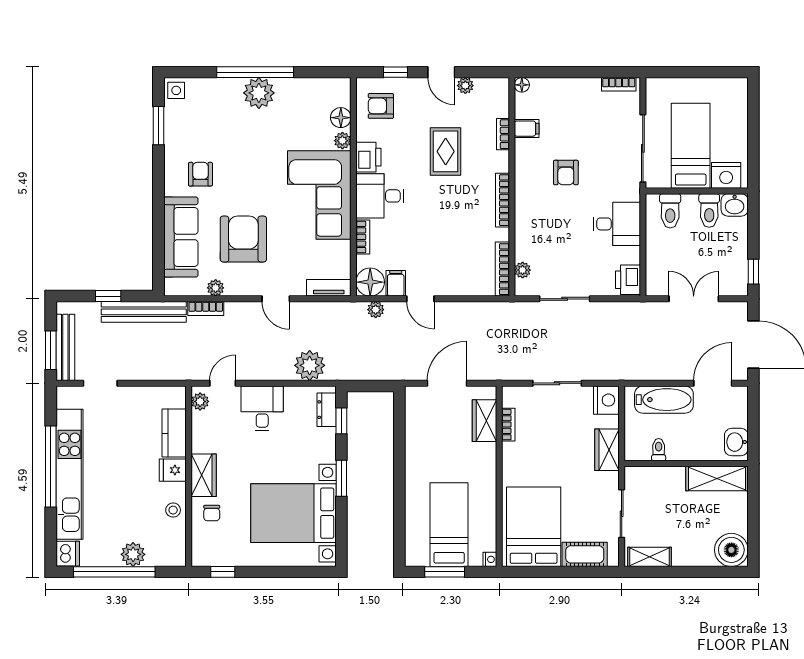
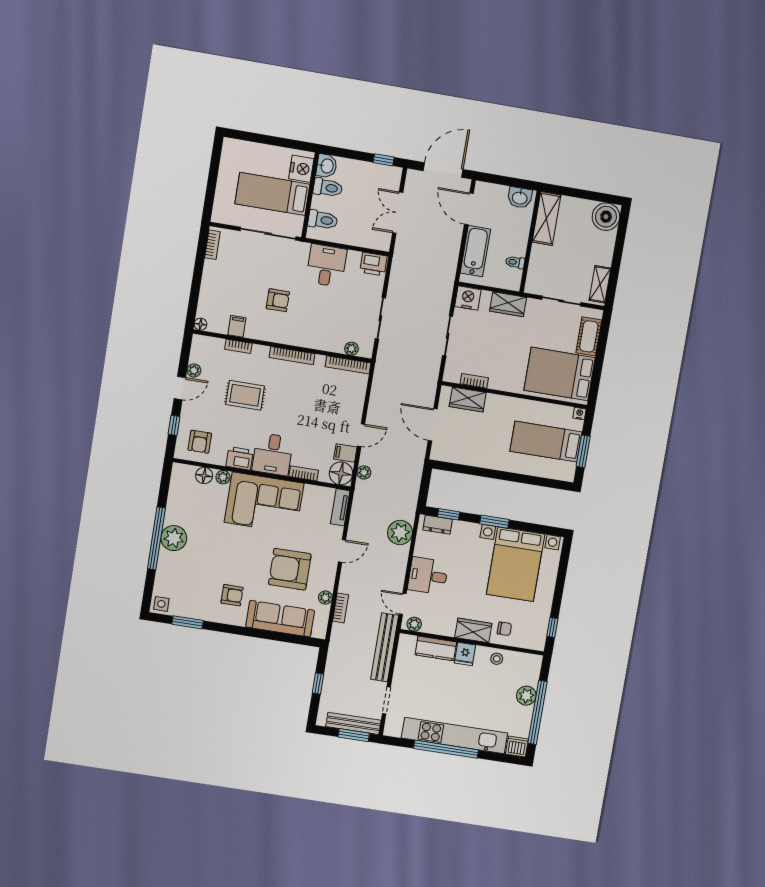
armchair: (200, 174) -> (232, 595), turned 180
bench: (144, 312) -> (385, 647), moved

